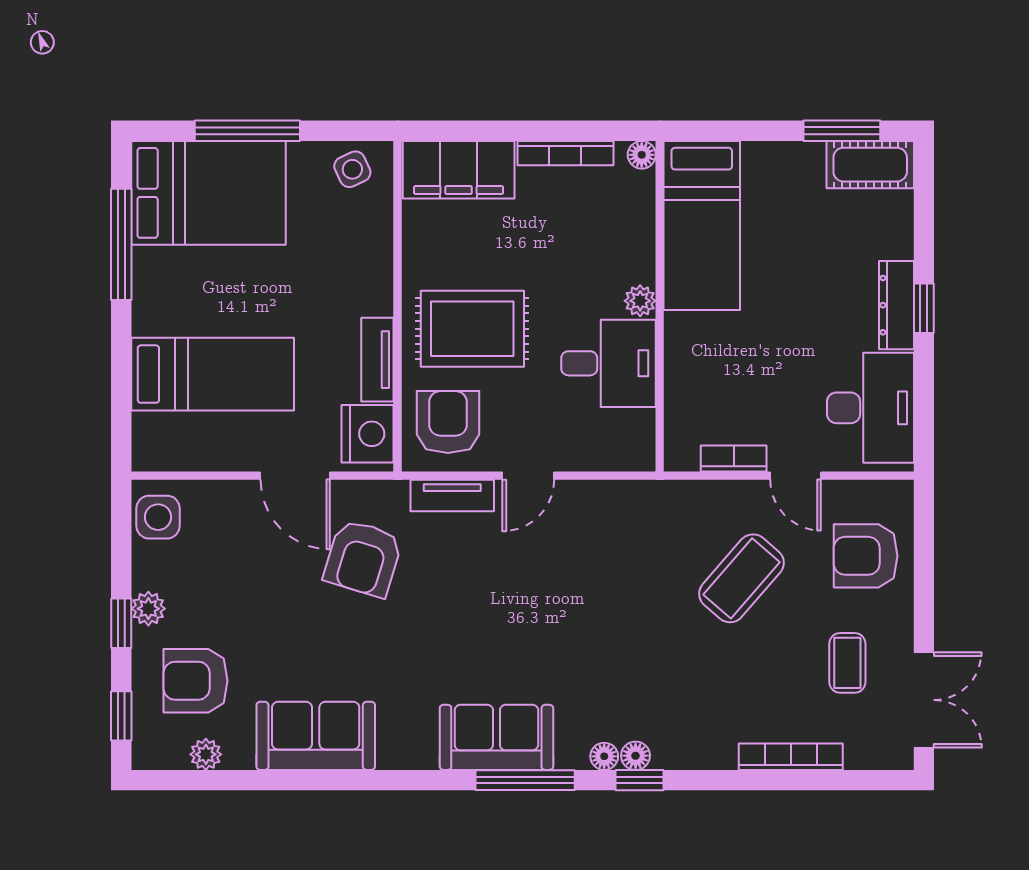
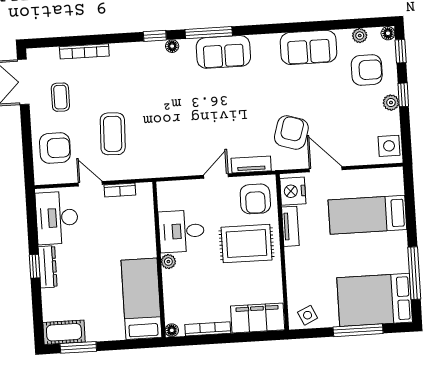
coffee table: (741, 578) -> (113, 134), turned -39
floor lamp: (636, 756) -> (388, 33), moved

